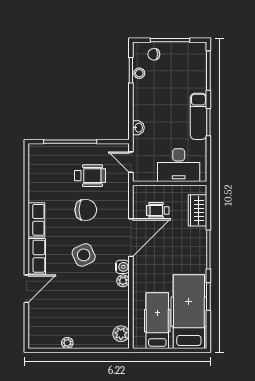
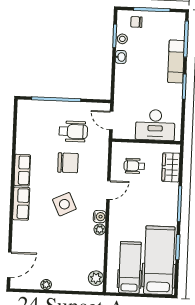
exam couch: (198, 116) -> (176, 62), moved
washbasin: (138, 128) -> (121, 57), moved
door: (131, 238) -> (108, 190), width x0.53
door: (26, 289) -> (9, 265), moved

